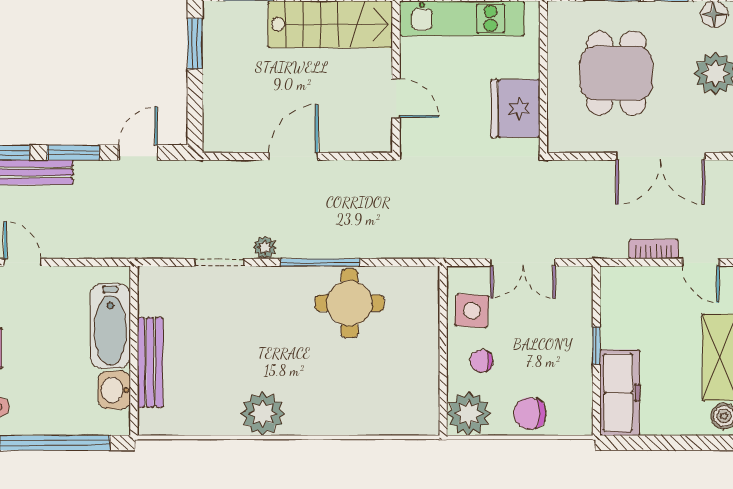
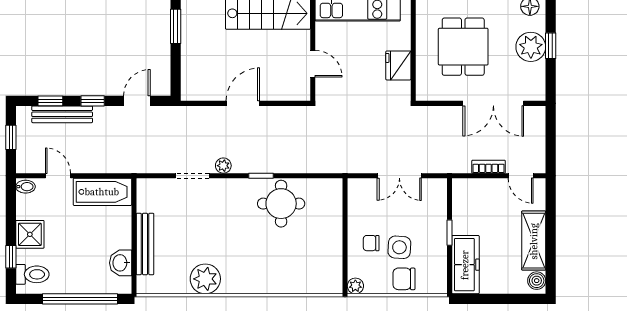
fridge: (515, 108) -> (398, 65), width x0.73, depth x0.75
window: (73, 153) -> (93, 101), width x0.67
window: (320, 262) -> (261, 176), width x0.46
side table: (472, 311) -> (399, 247), moved
bathtub: (110, 326) -> (102, 192), moved, turned -90
plant: (263, 414) -> (205, 279), moved
plant: (469, 414) -> (355, 286), width x0.53, depth x0.53

